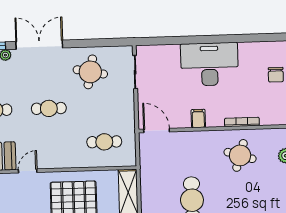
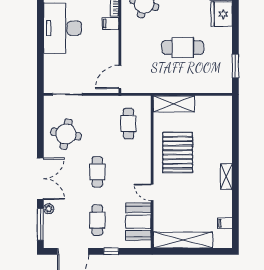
double door: (39, 45) -> (40, 179), swing flipped
filing cabinet: (198, 118) -> (110, 23), moved

